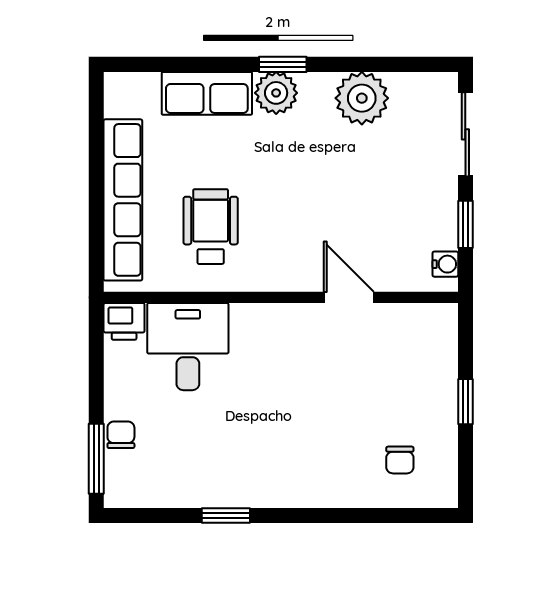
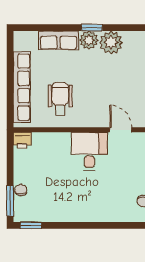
plant: (362, 98) -> (111, 42), moved
desk: (188, 347) -> (89, 151), moved
window: (226, 516) -> (31, 225), moved

